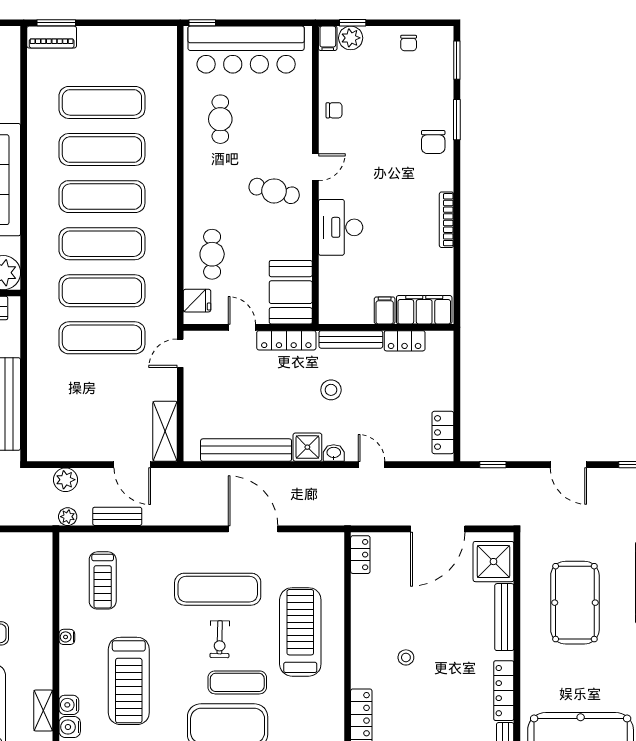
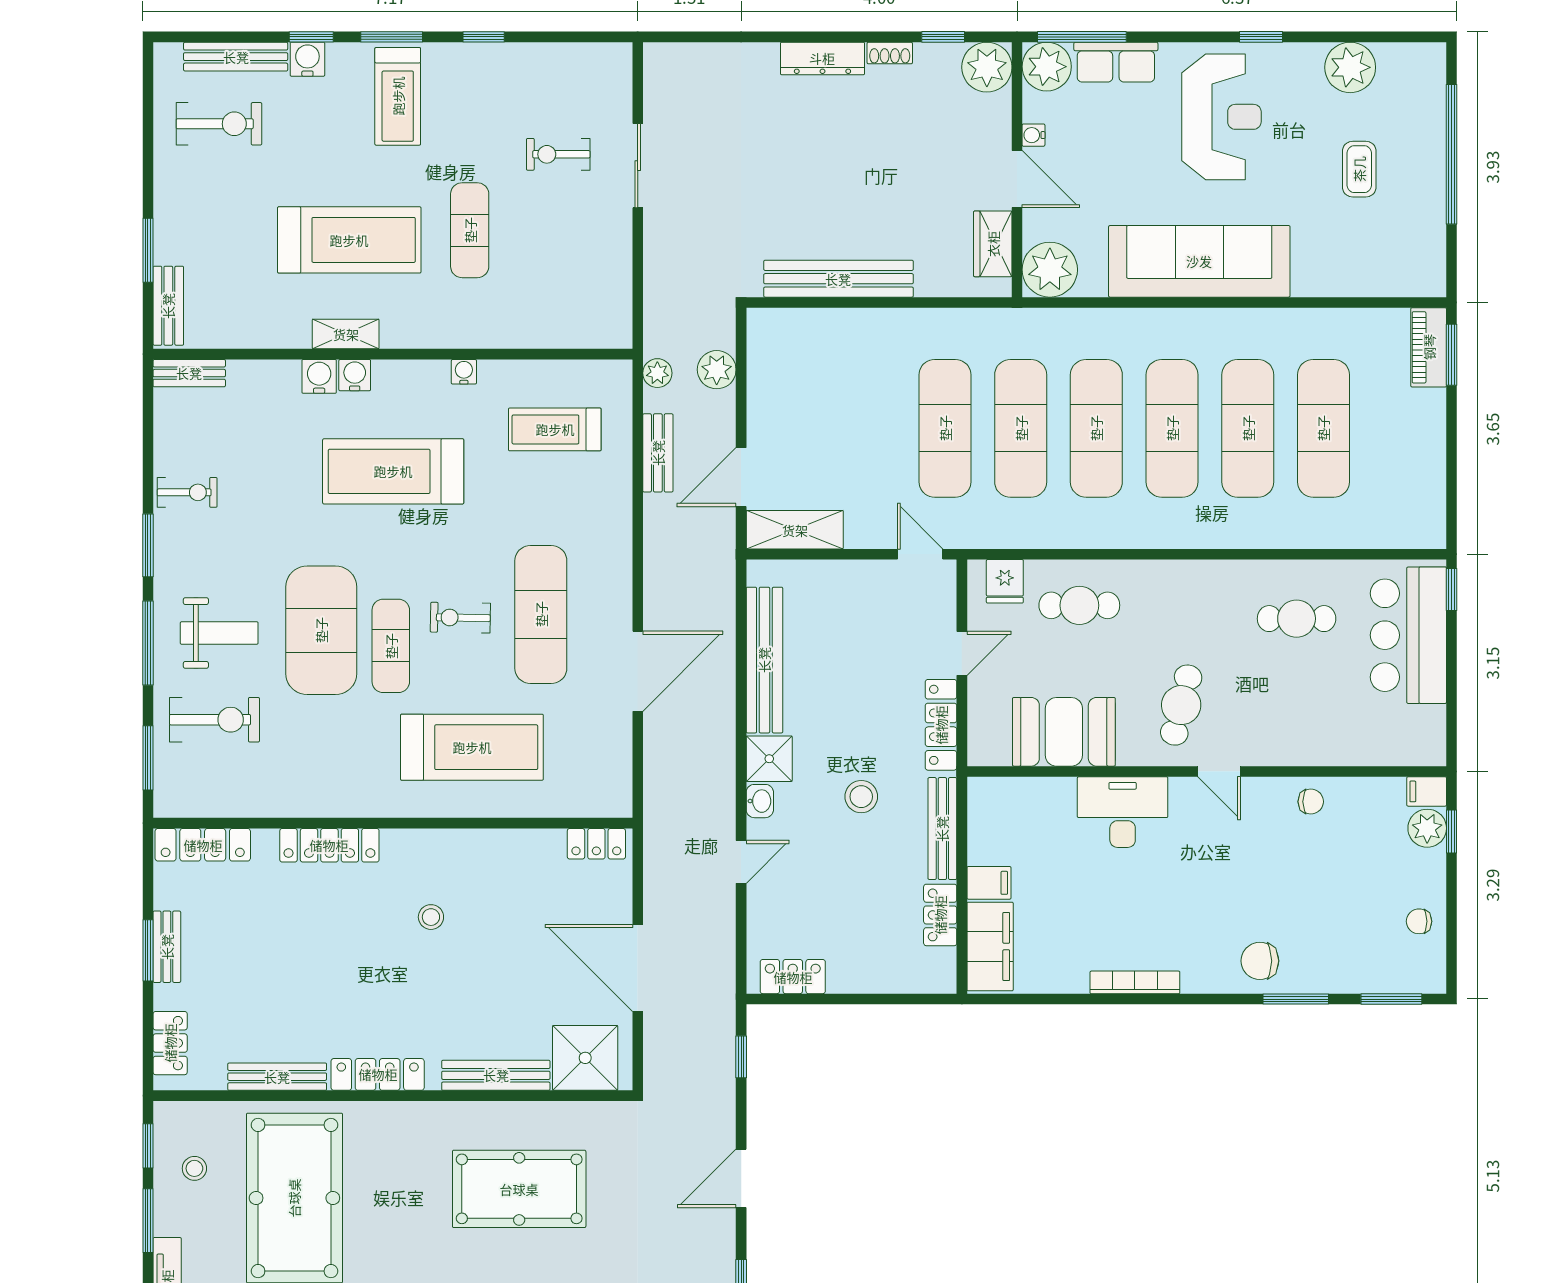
bar counter: (246, 50) -> (1408, 635), width x0.73
chair: (334, 110) -> (1311, 802), turned -90
booth: (291, 292) -> (1064, 732), moved

